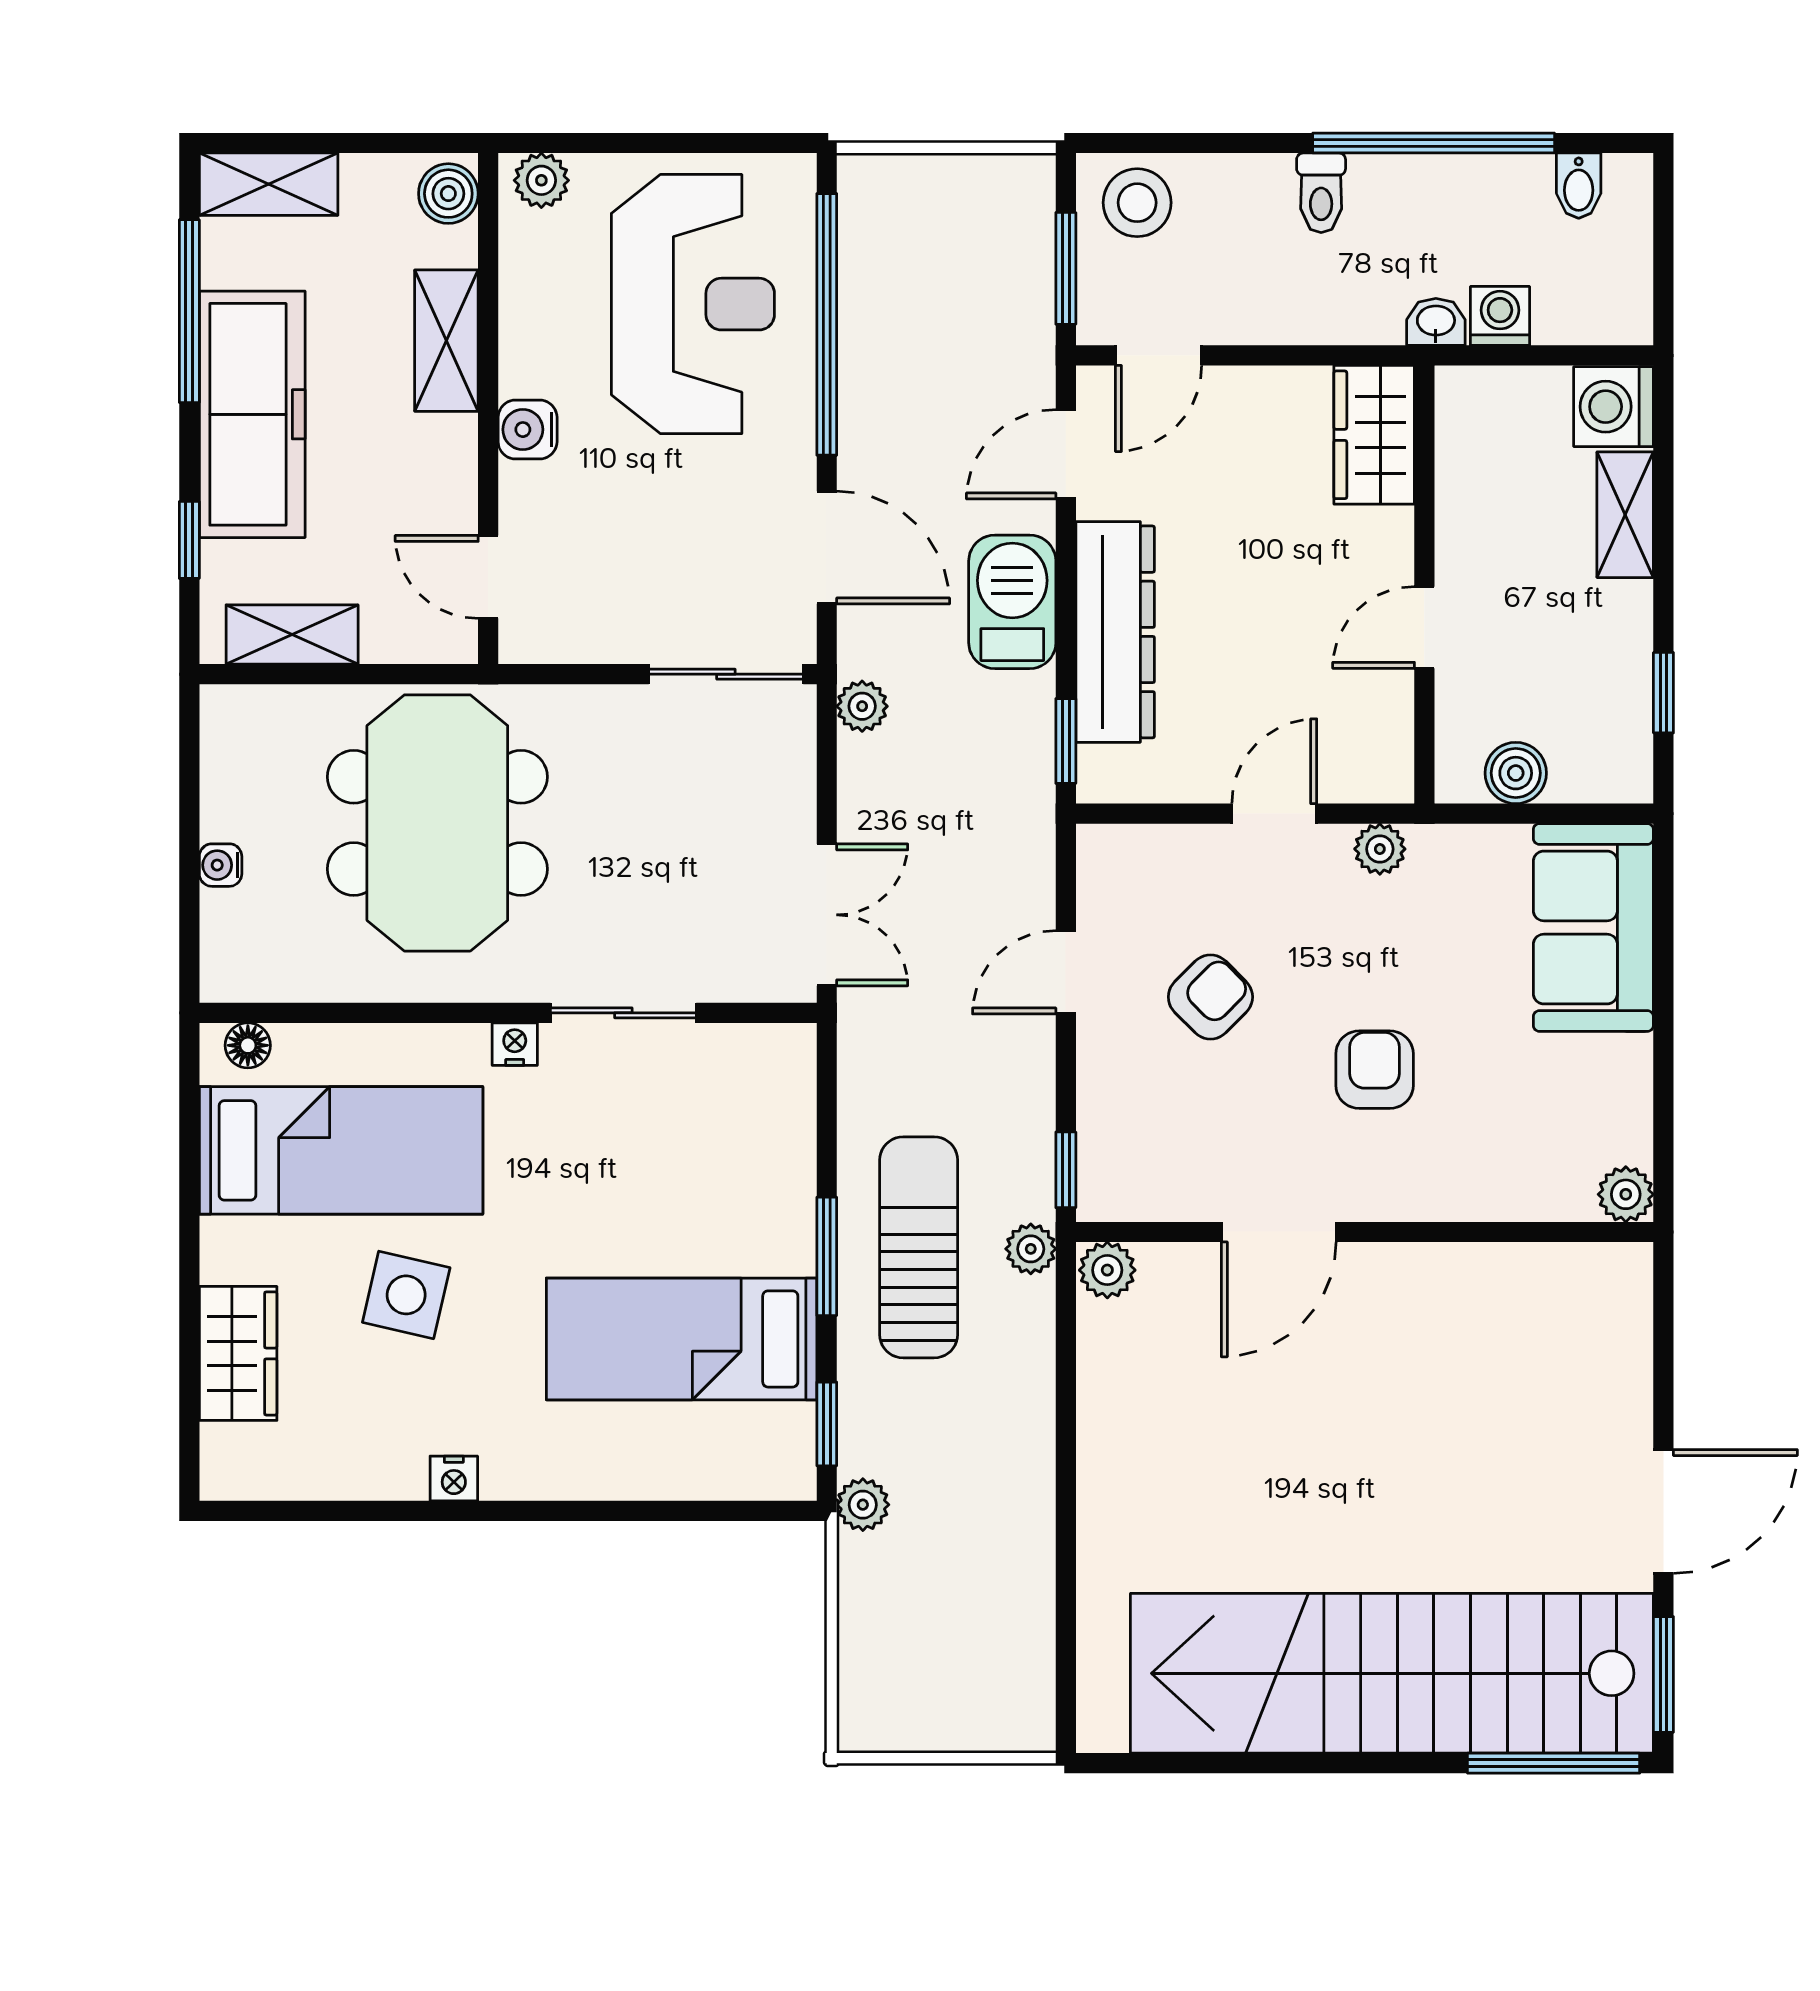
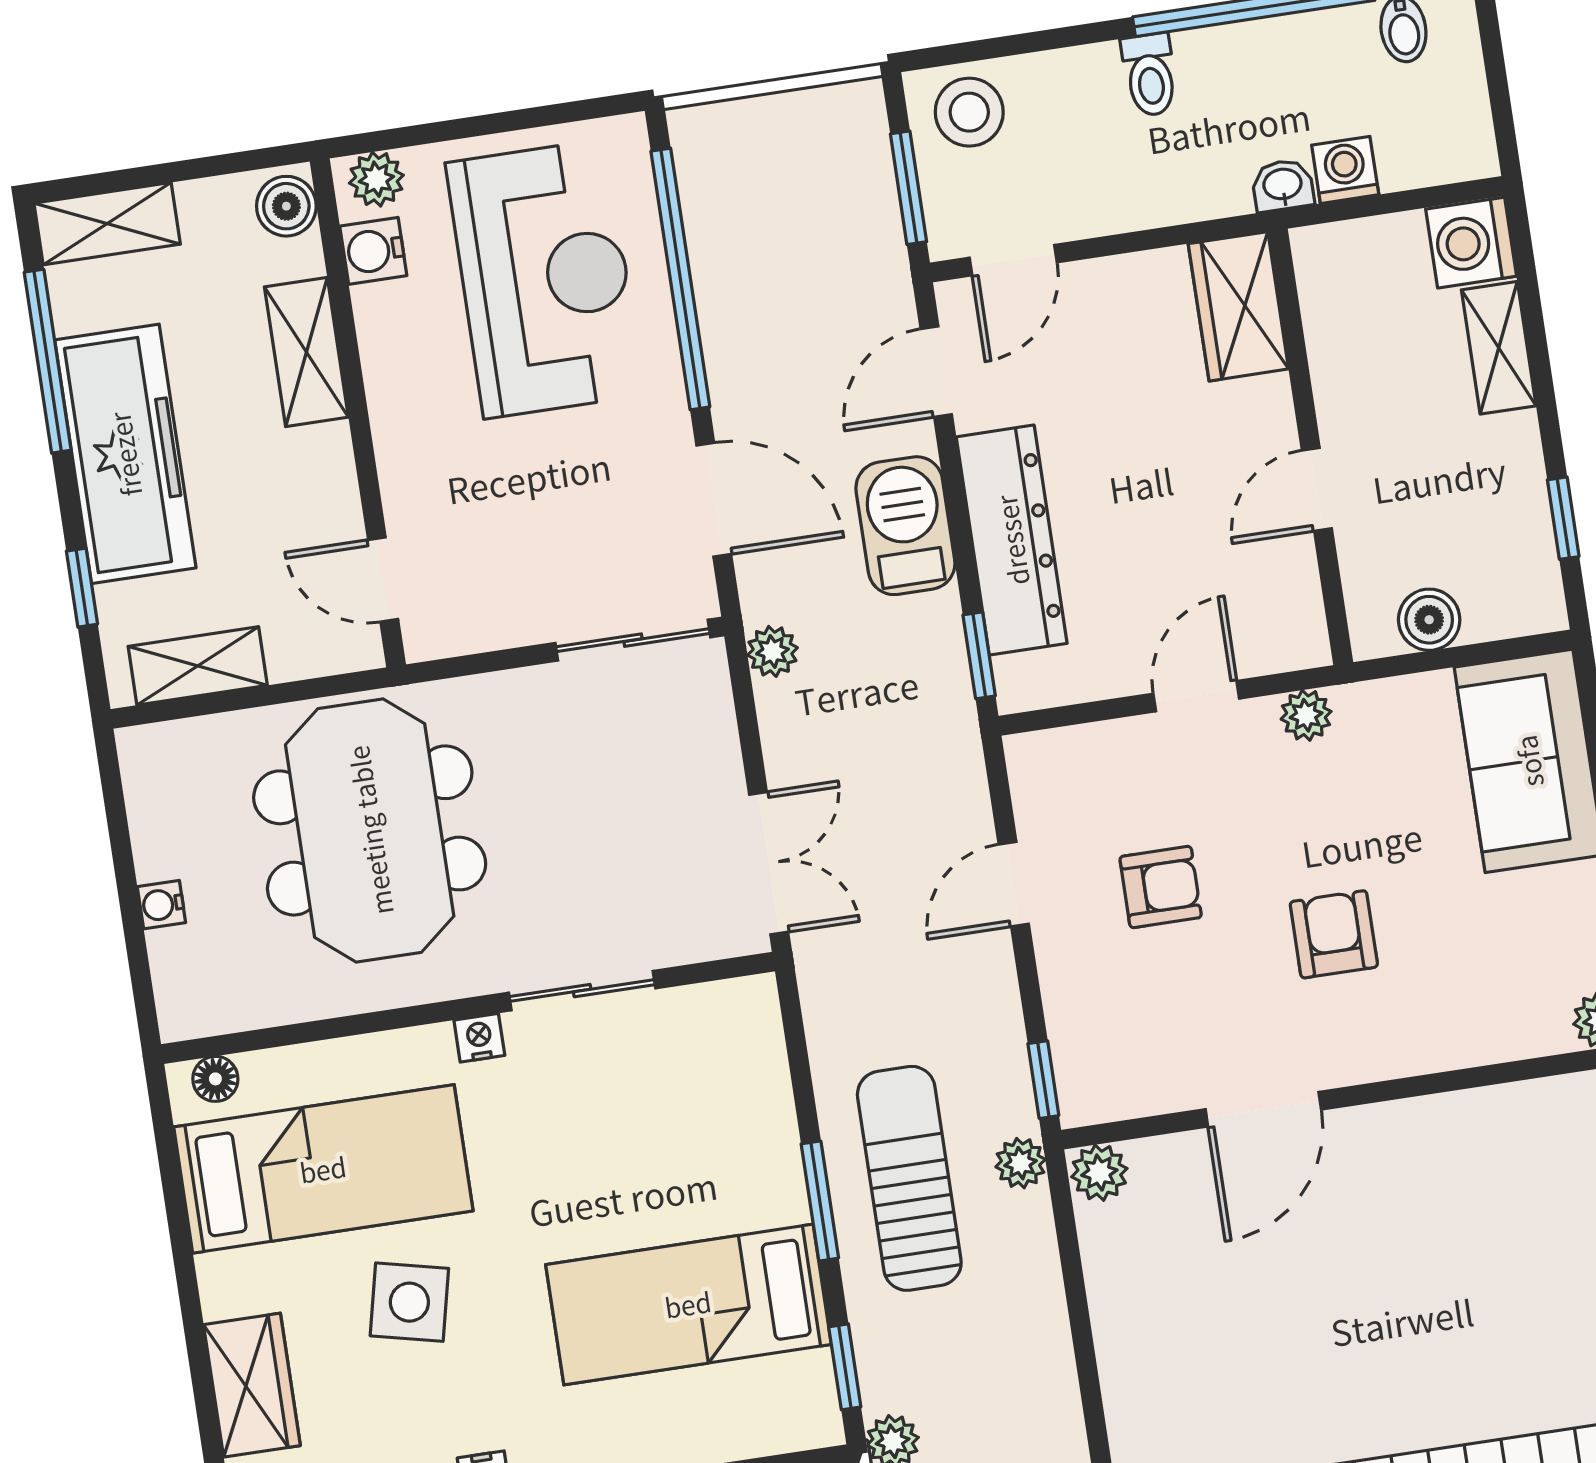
water cooler: (528, 430) -> (373, 251), moved
armchair: (1210, 997) -> (1161, 887), turned 45

